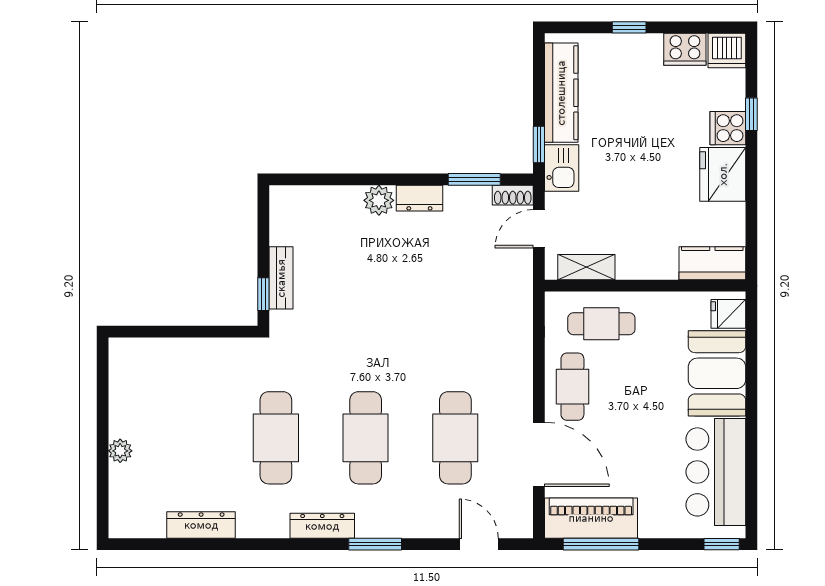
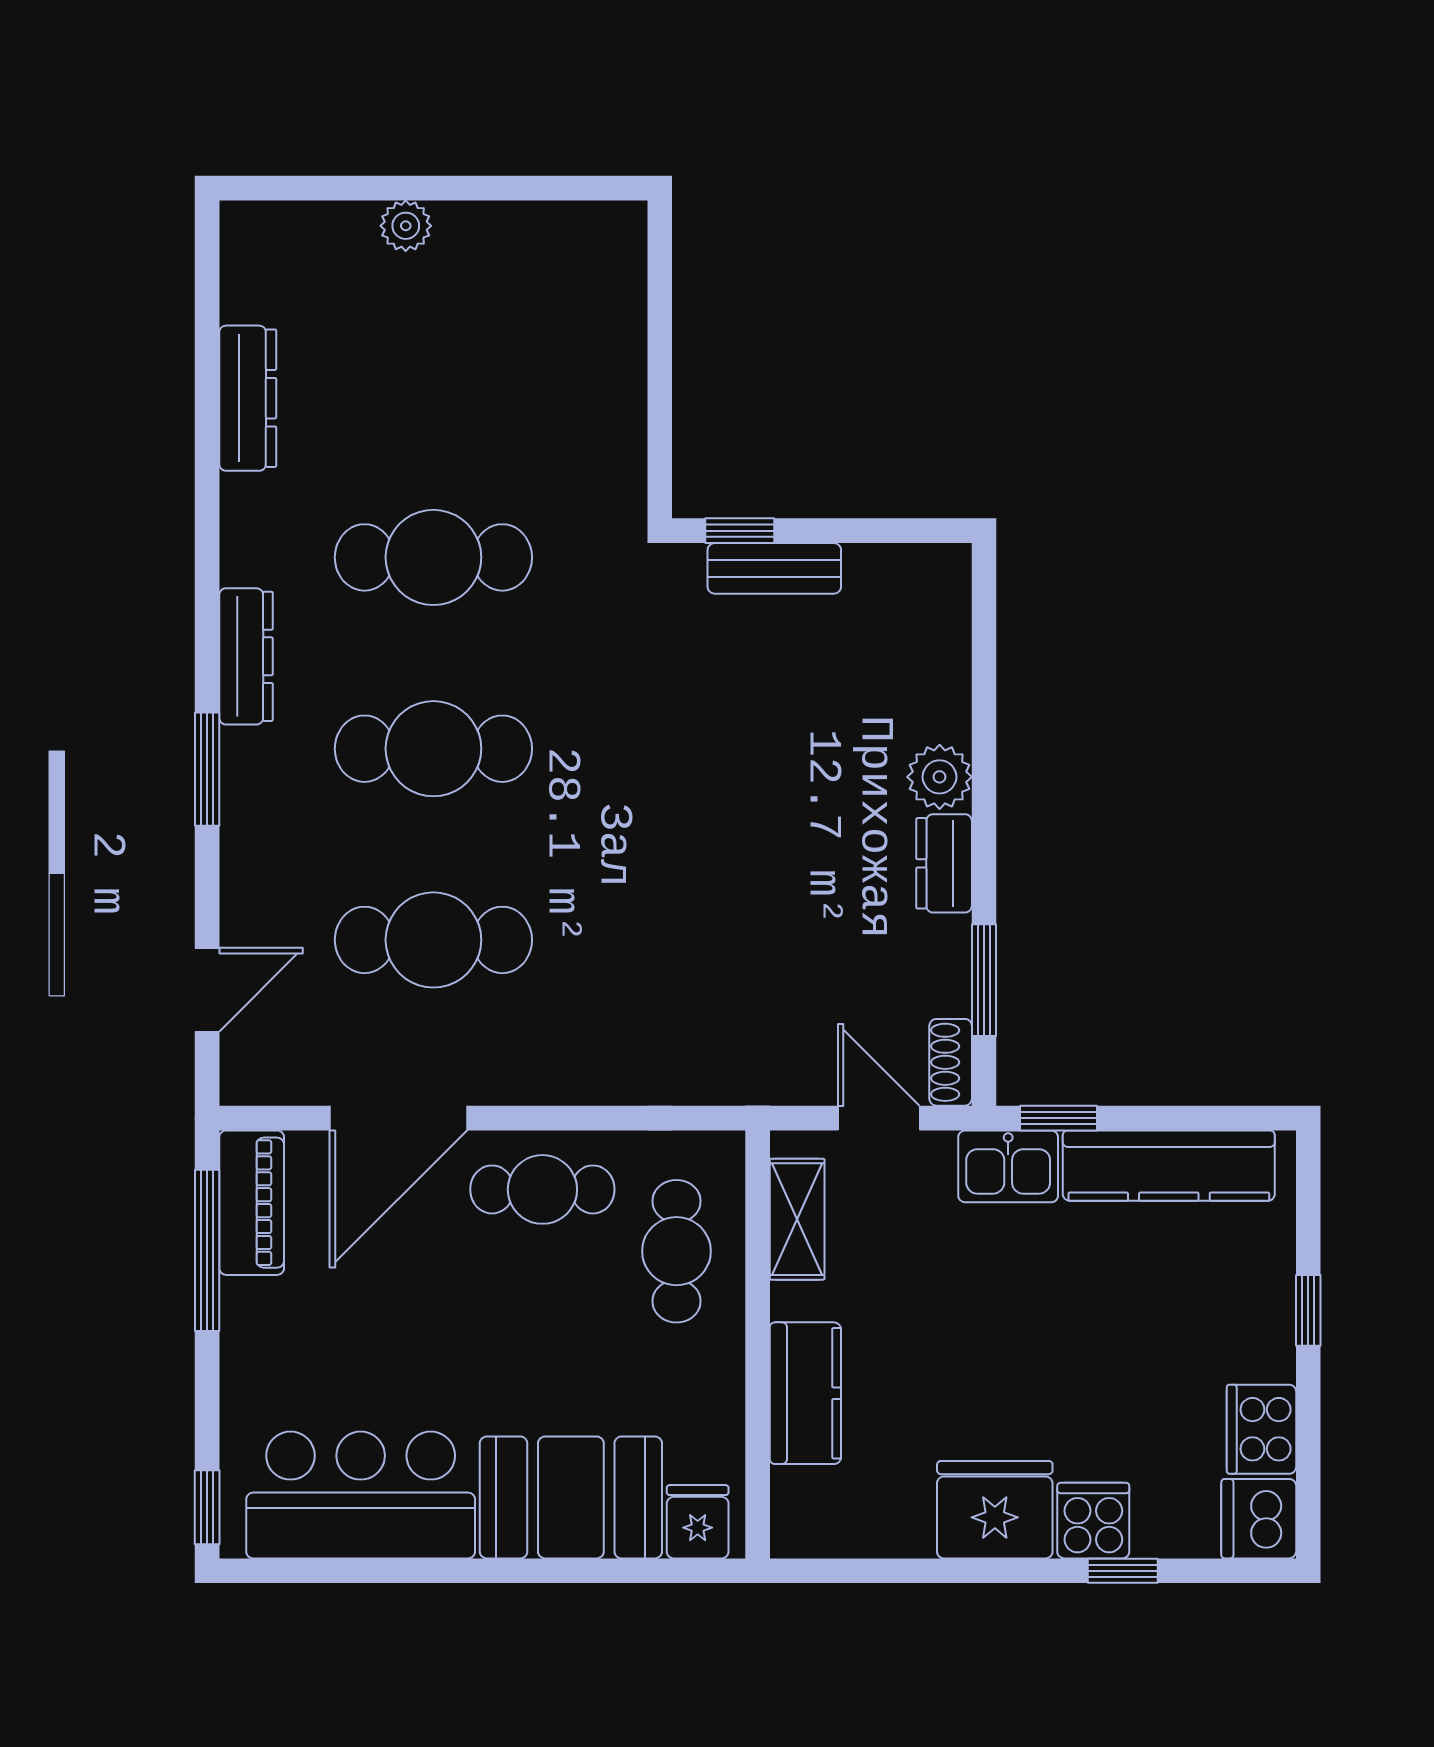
kitchen counter: (712, 263) -> (805, 1393), moved
piano: (591, 518) -> (252, 1203), width x0.73, depth x0.75

